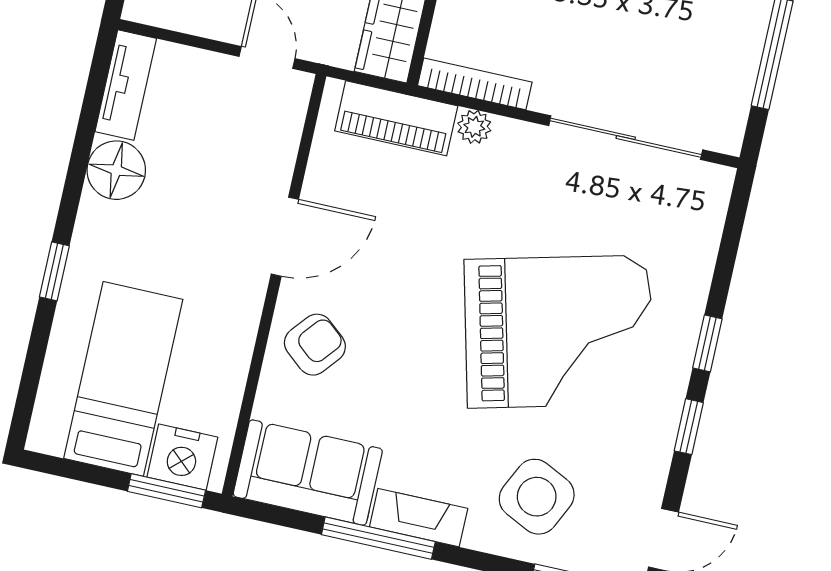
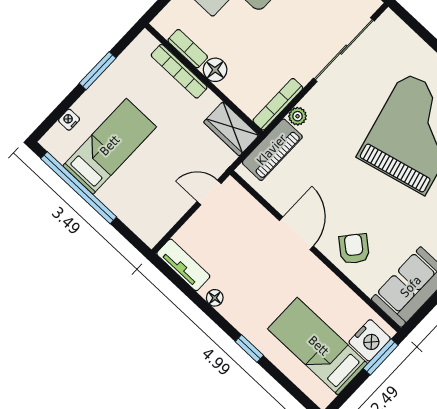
floor lamp: (116, 170) -> (215, 298), width x0.53, depth x0.53

